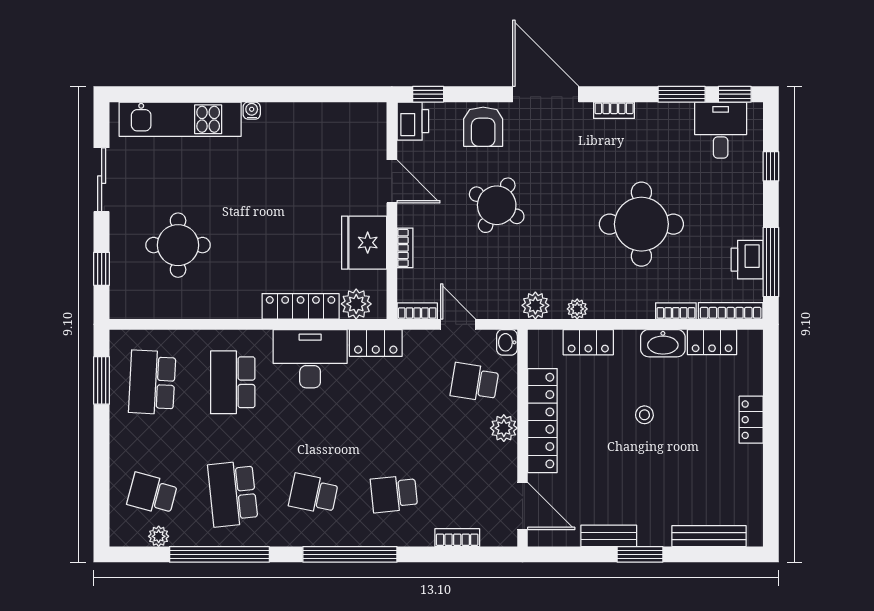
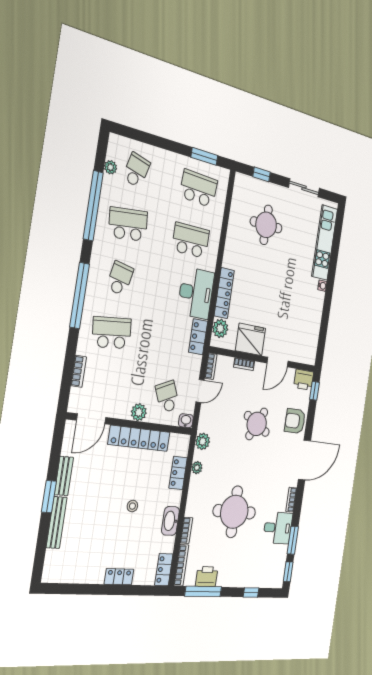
desk: (721, 130) -> (278, 528), moved
locker: (712, 342) -> (164, 570), moved
school desk: (475, 382) -> (167, 397), turned -33
school desk: (394, 494) -> (112, 333), width x1.85
bench: (709, 536) -> (57, 522), moved

